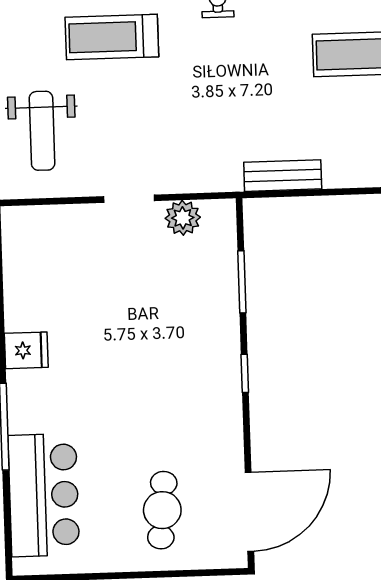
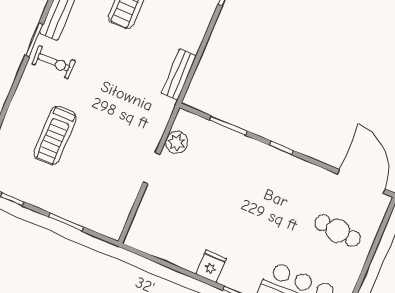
weight bench: (42, 131) -> (90, 200), removed

